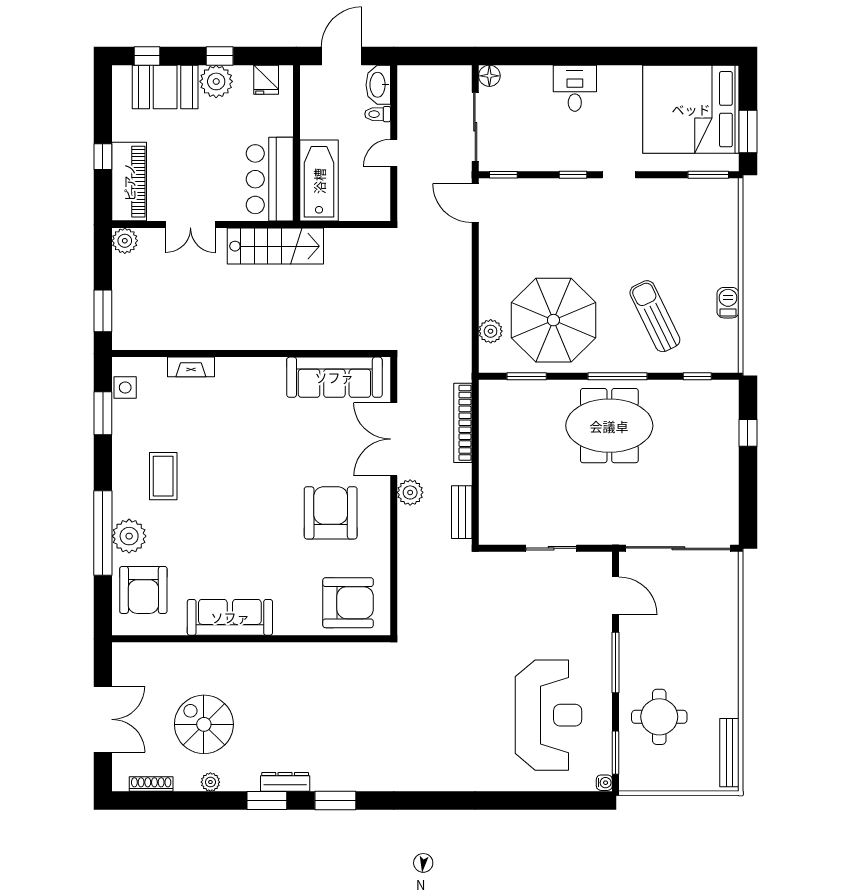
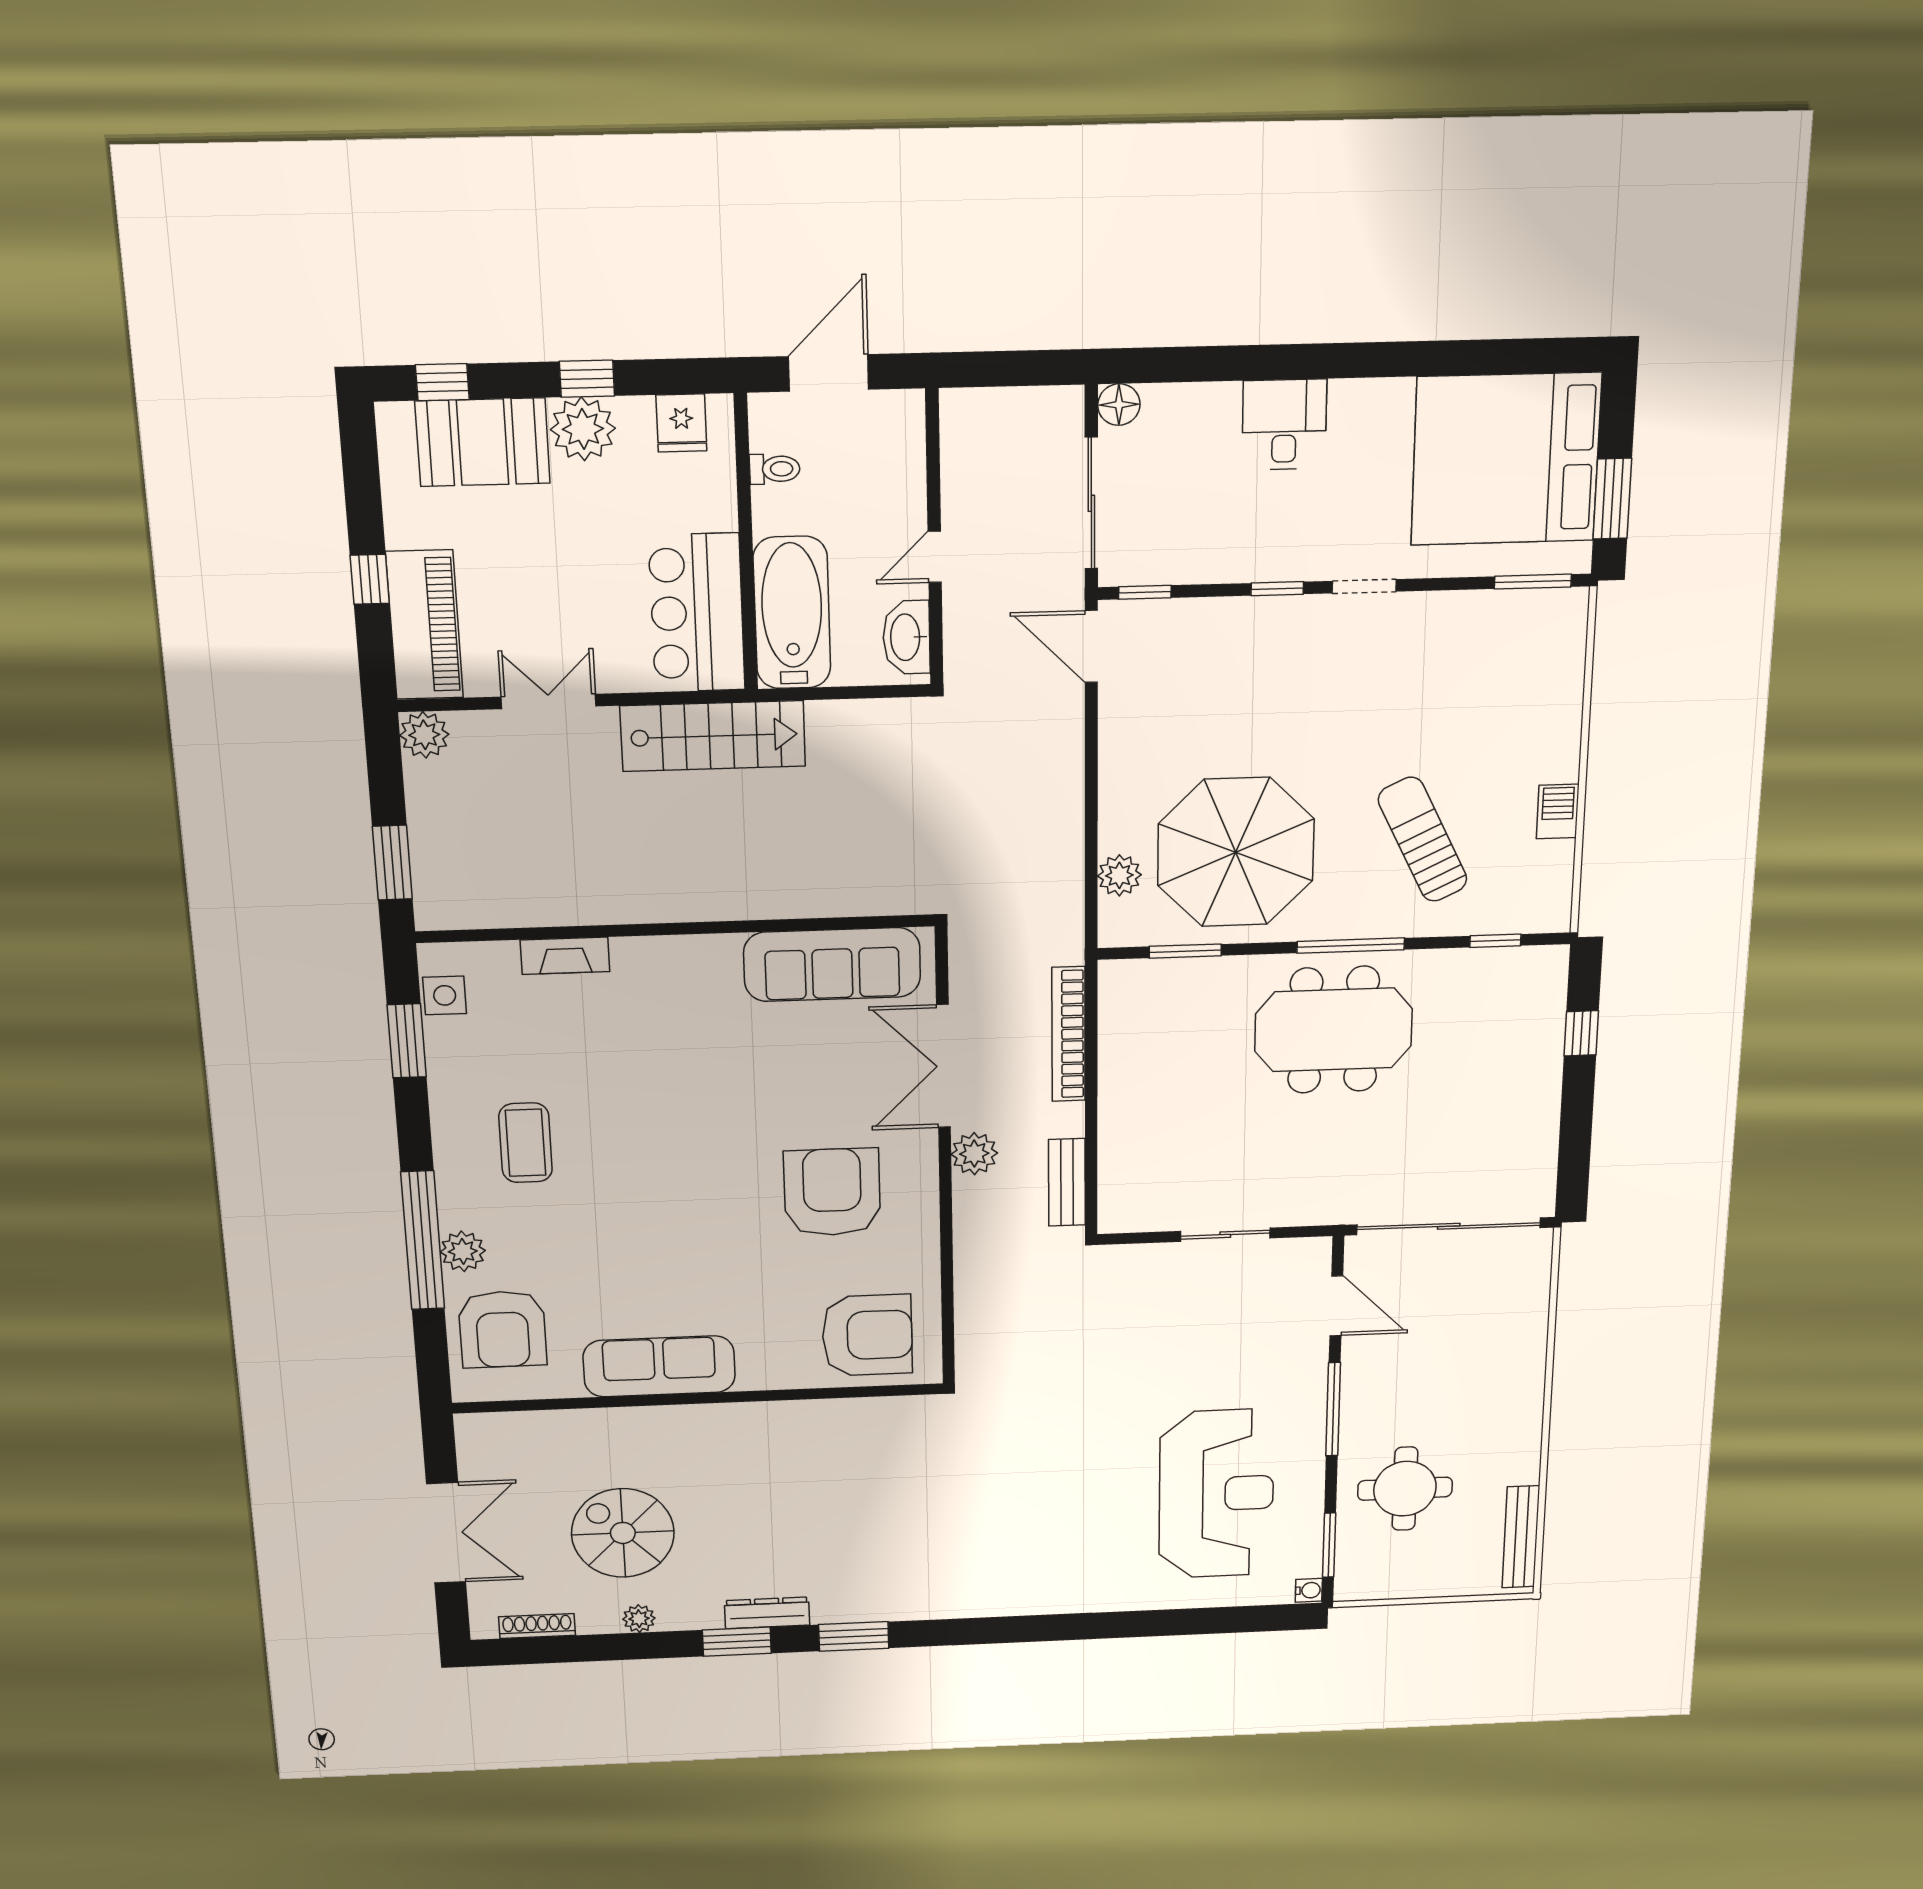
washbasin: (378, 85) -> (906, 637), moved
toilet: (378, 114) -> (775, 469), moved, turned 180
double door: (190, 225) -> (549, 701), swing flipped
plant: (129, 536) -> (463, 1251), width x0.73, depth x0.73

